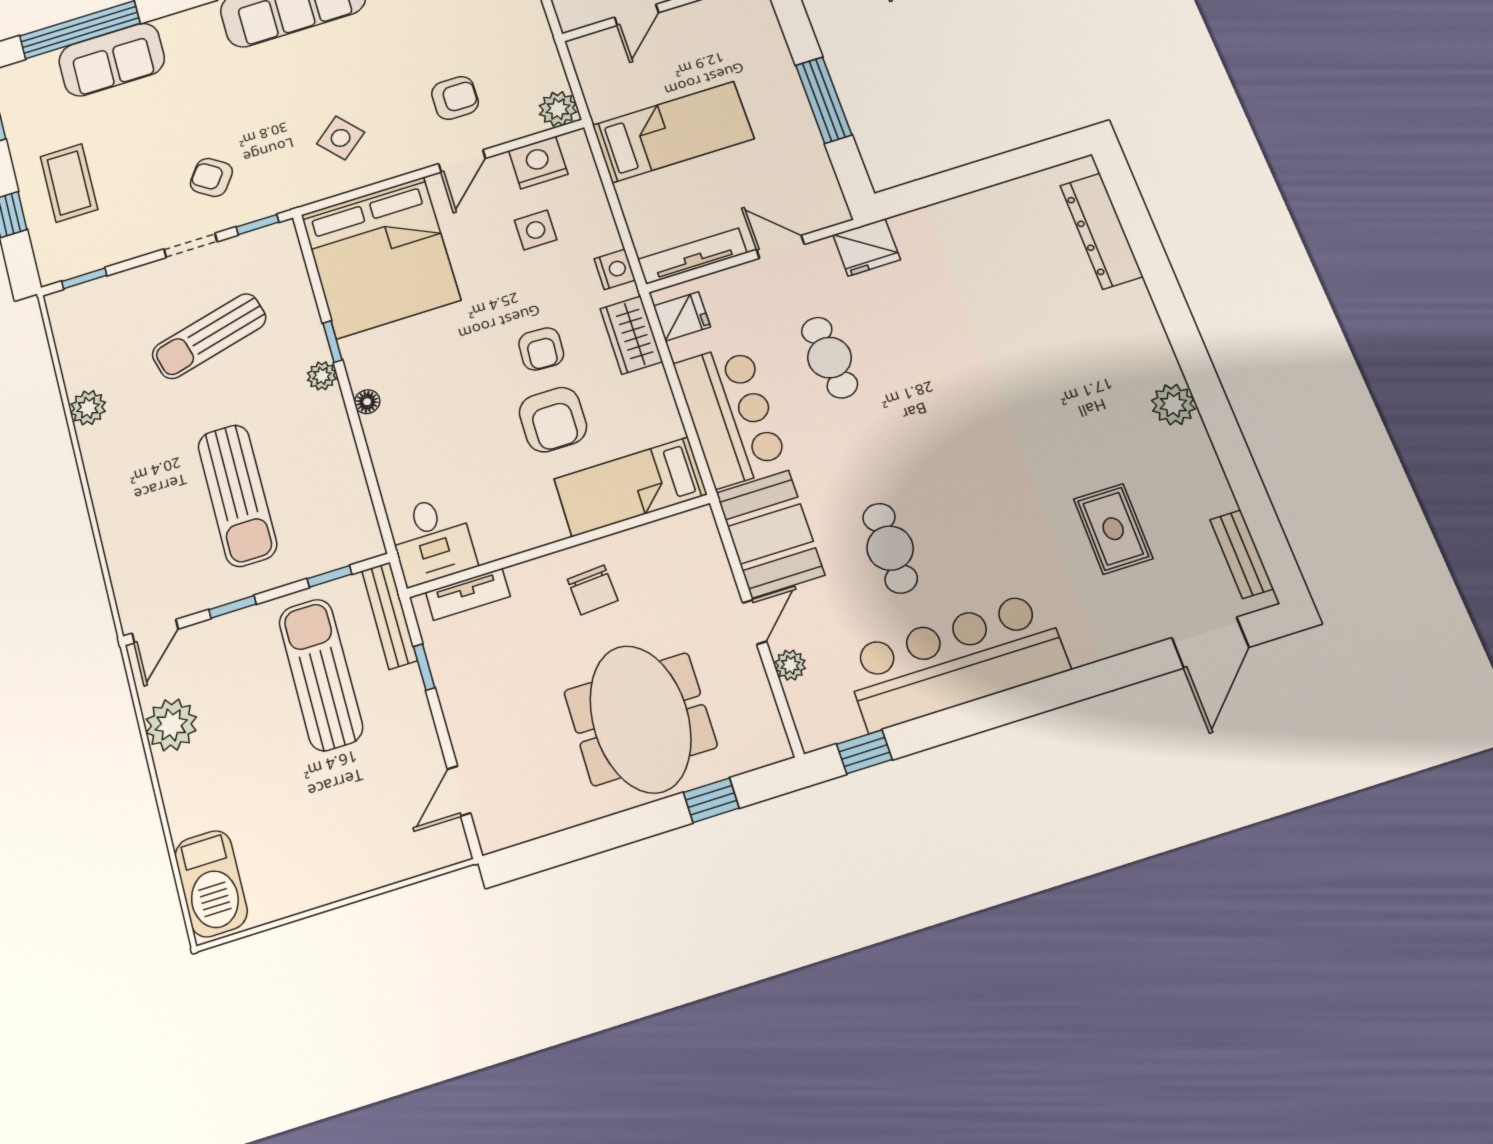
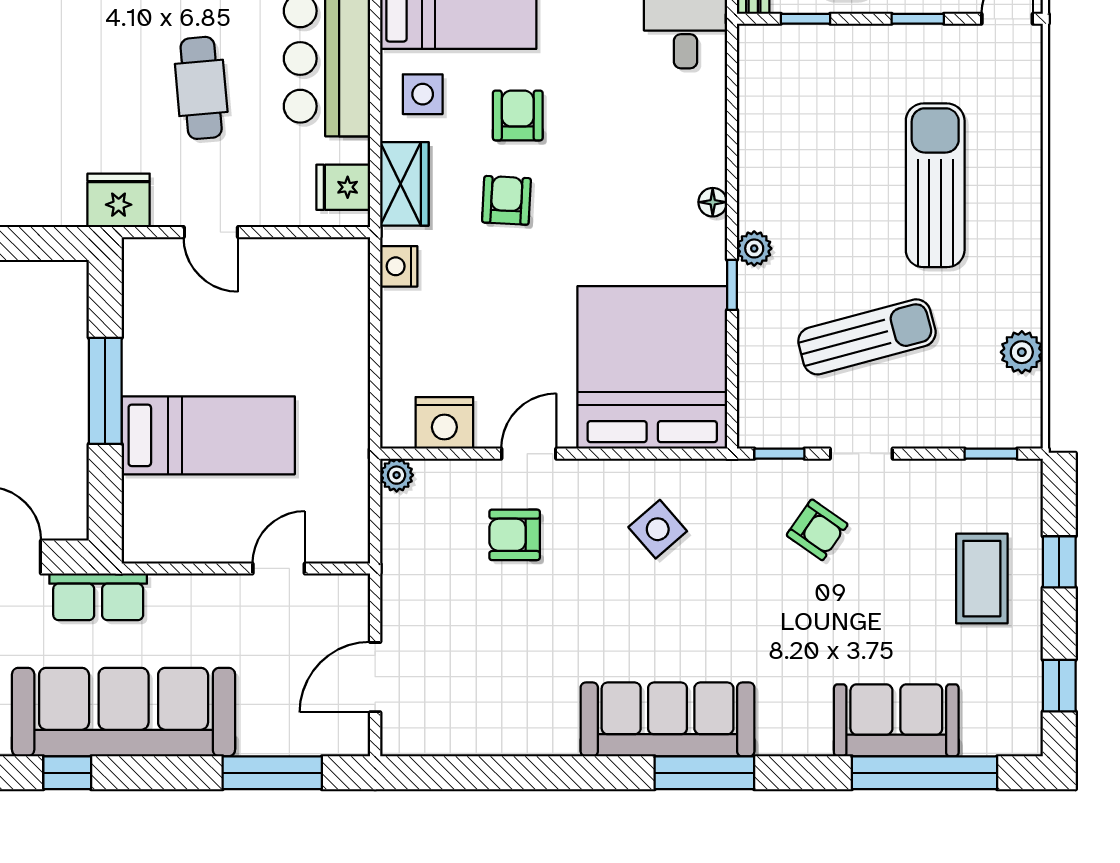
plant: (558, 109) -> (397, 475), width x0.73, depth x0.73
bed: (673, 132) -> (208, 435), moved, turned 180
side table: (536, 230) -> (423, 94), moved
tv unit: (692, 256) -> (310, 253), removed
plant: (88, 408) -> (1022, 352), moved
armchair: (553, 420) -> (518, 116), width x0.72, depth x0.72
sun lounger: (237, 495) -> (935, 185), moved

